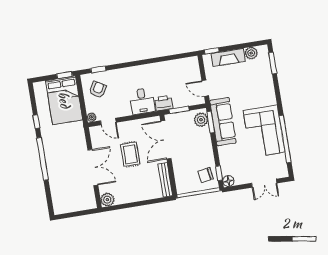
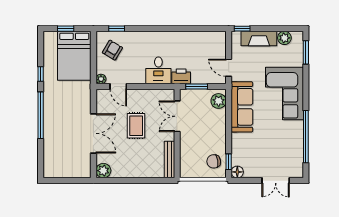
window: (64, 75) -> (66, 29), moved
window: (211, 122) -> (229, 105), removed
corner sofa: (264, 131) -> (285, 94), moved
double door: (166, 140) -> (177, 116), width x0.73

